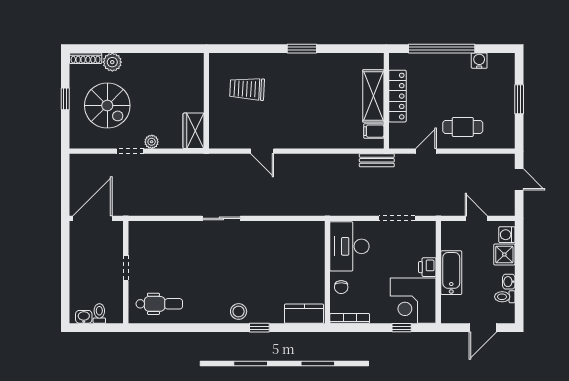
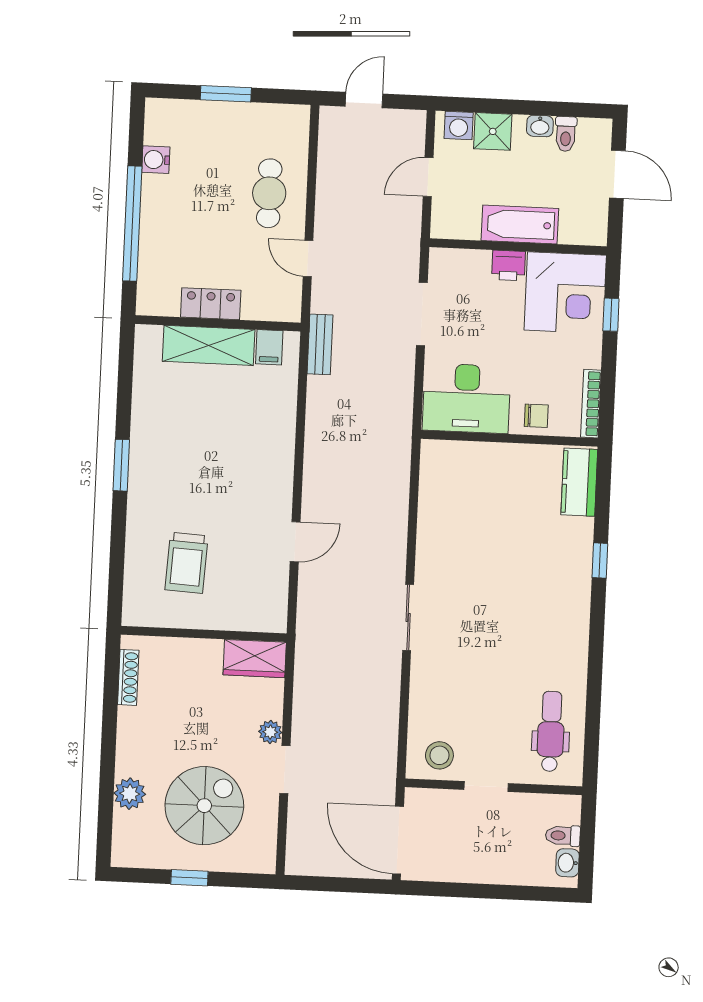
shoe rack: (86, 58) -> (128, 677), moved
locker: (397, 96) -> (211, 304), width x0.66
stool: (239, 311) -> (439, 755), moved

